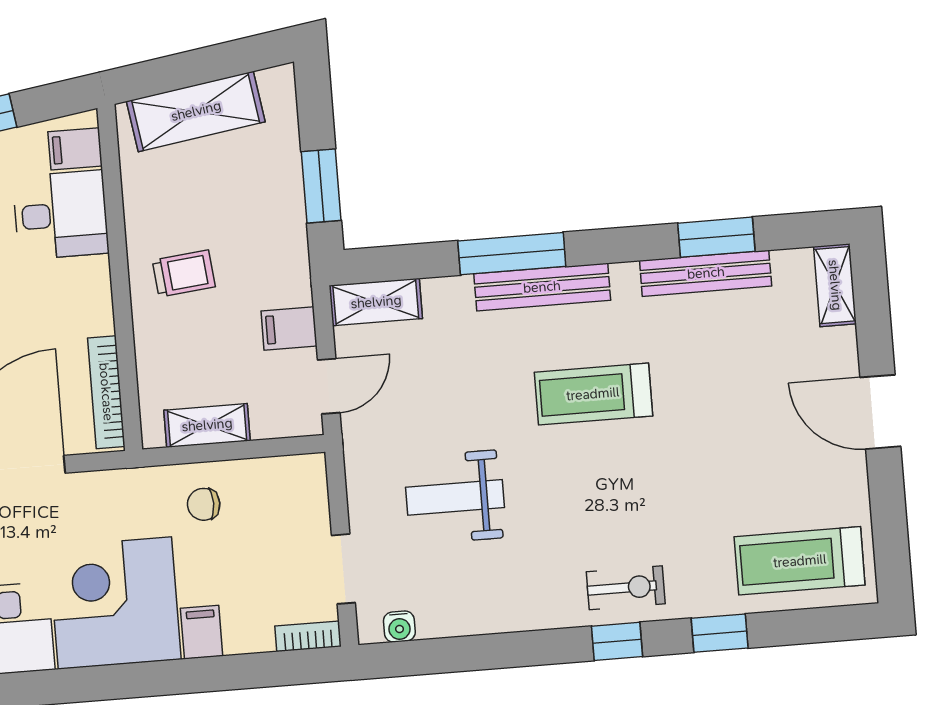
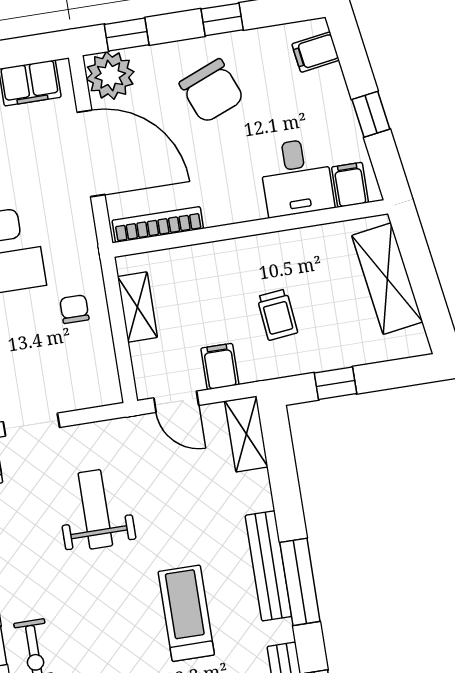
window: (321, 186) -> (335, 383), width x0.67
window: (512, 254) -> (300, 582), moved
trolley: (184, 274) -> (277, 315), moved

